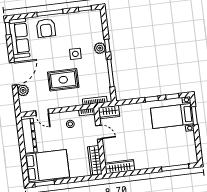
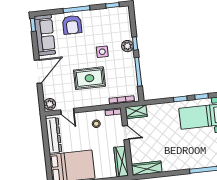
plant: (23, 90) -> (50, 104), moved

